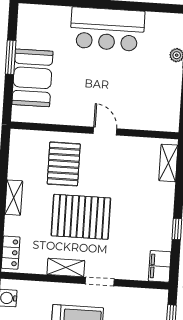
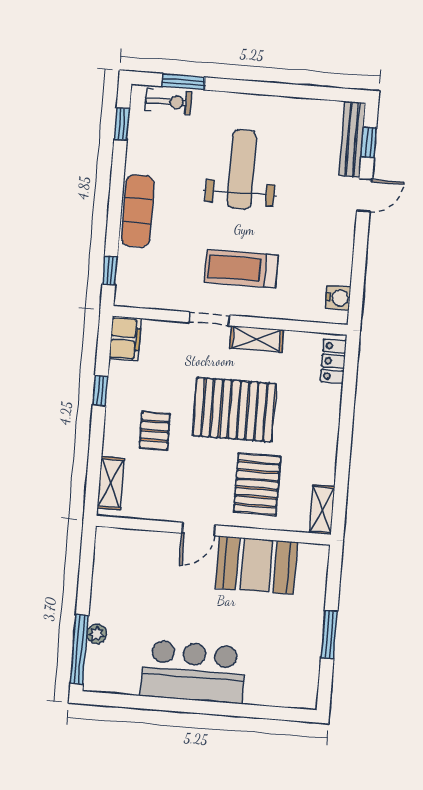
booth: (32, 78) -> (256, 565), moved, turned 90
door: (105, 131) -> (199, 529), hinge flipped
shelving: (14, 198) -> (322, 510), moved
pallet: (138, 201) -> (155, 431), added

